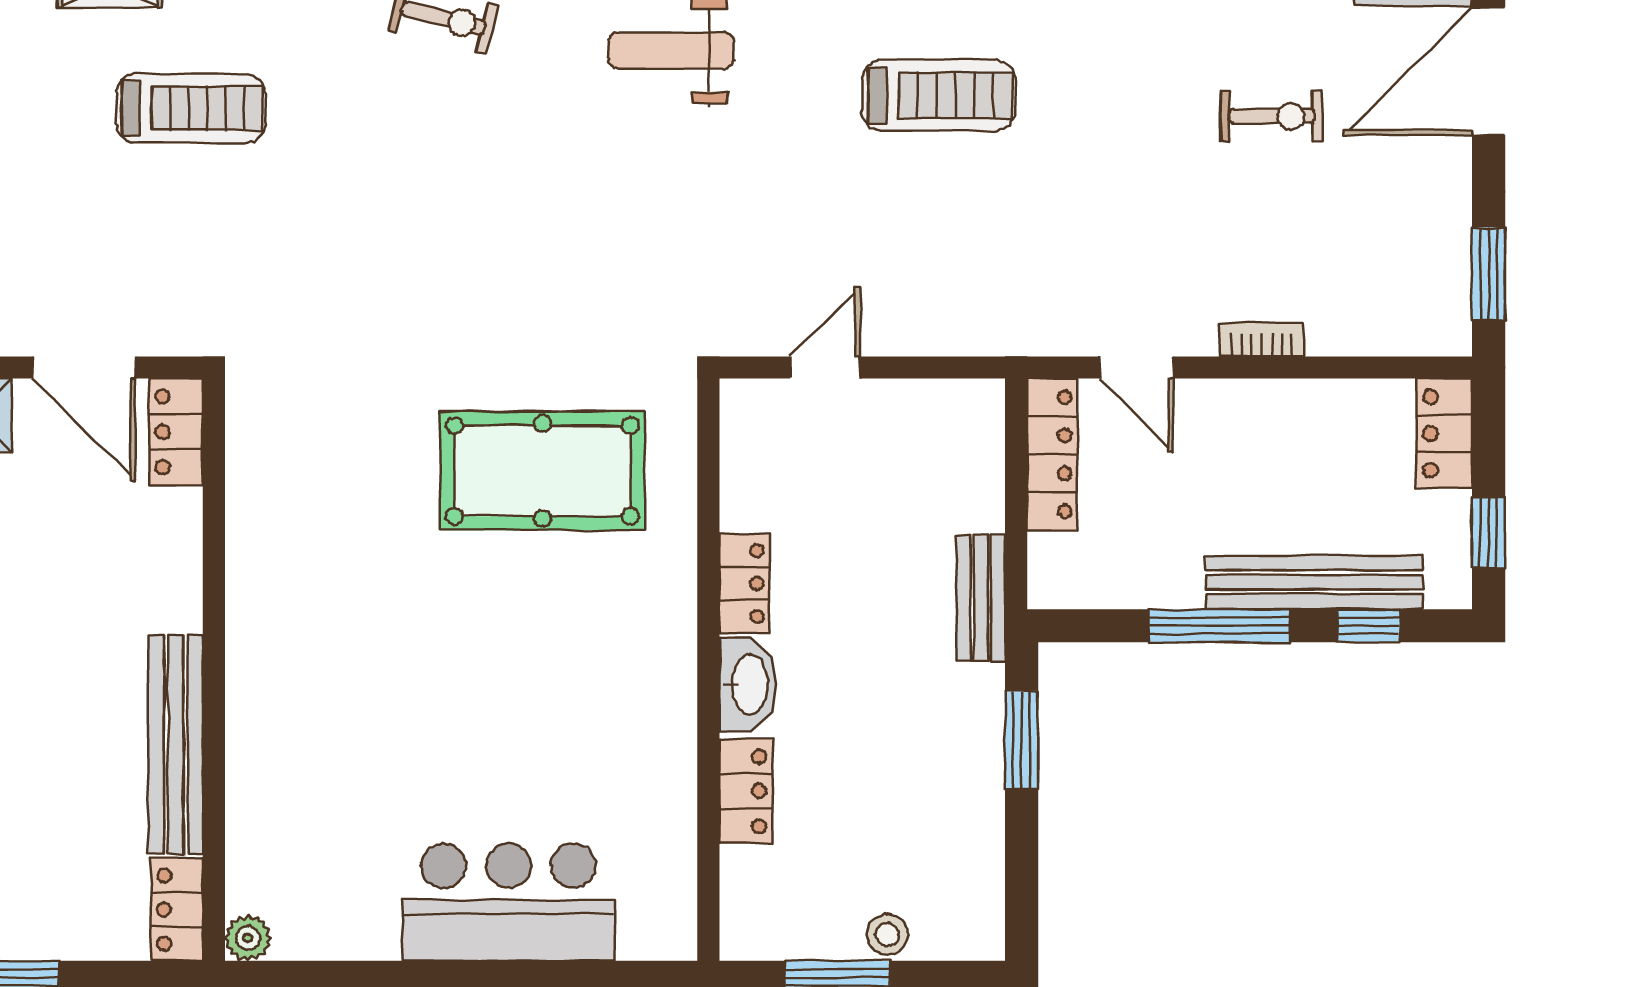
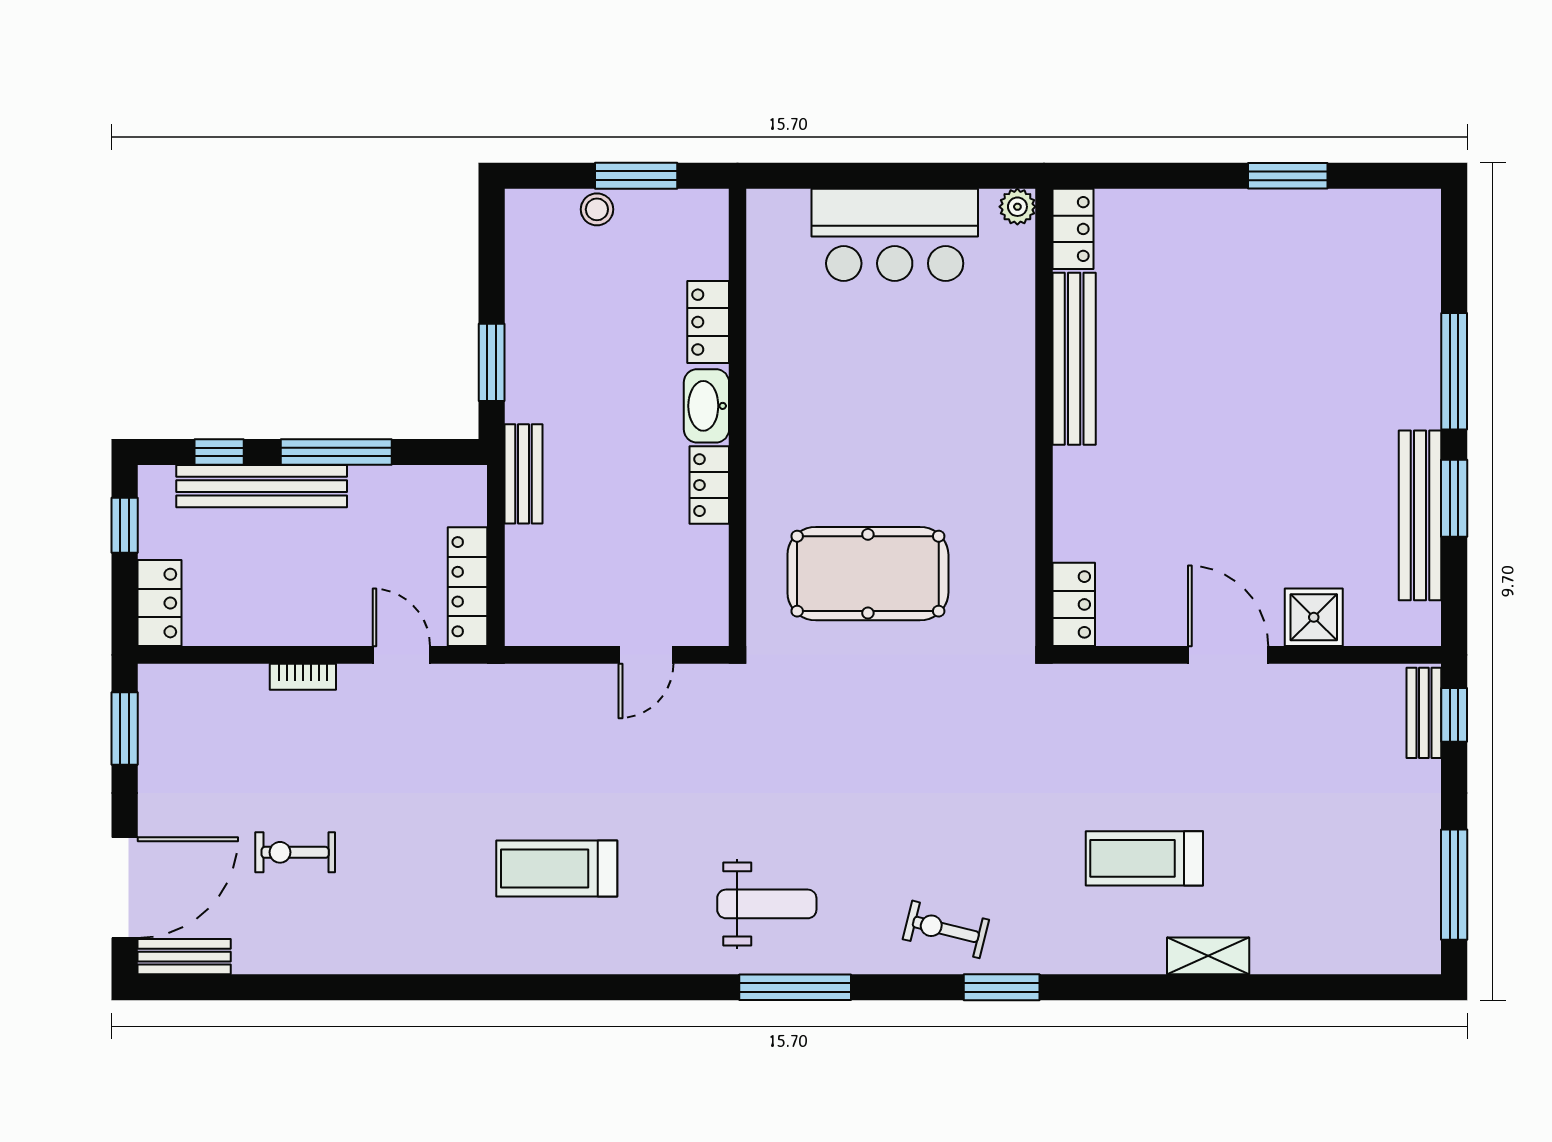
locker: (176, 432) -> (1074, 604), moved
wall: (214, 670) -> (1044, 417), moved
bench: (176, 744) -> (1074, 359), moved
locker: (177, 910) -> (1073, 229), moved
plant: (248, 938) -> (1017, 207), moved

